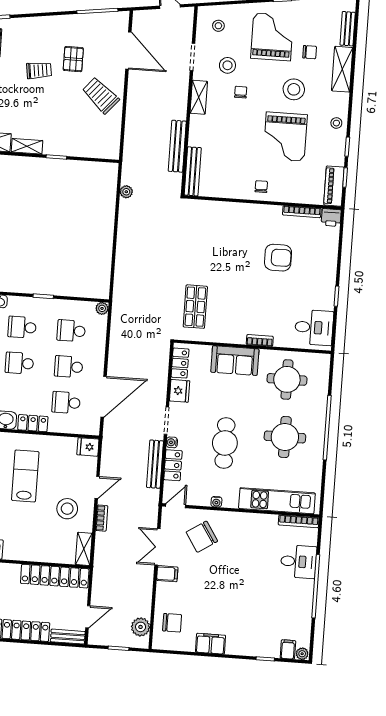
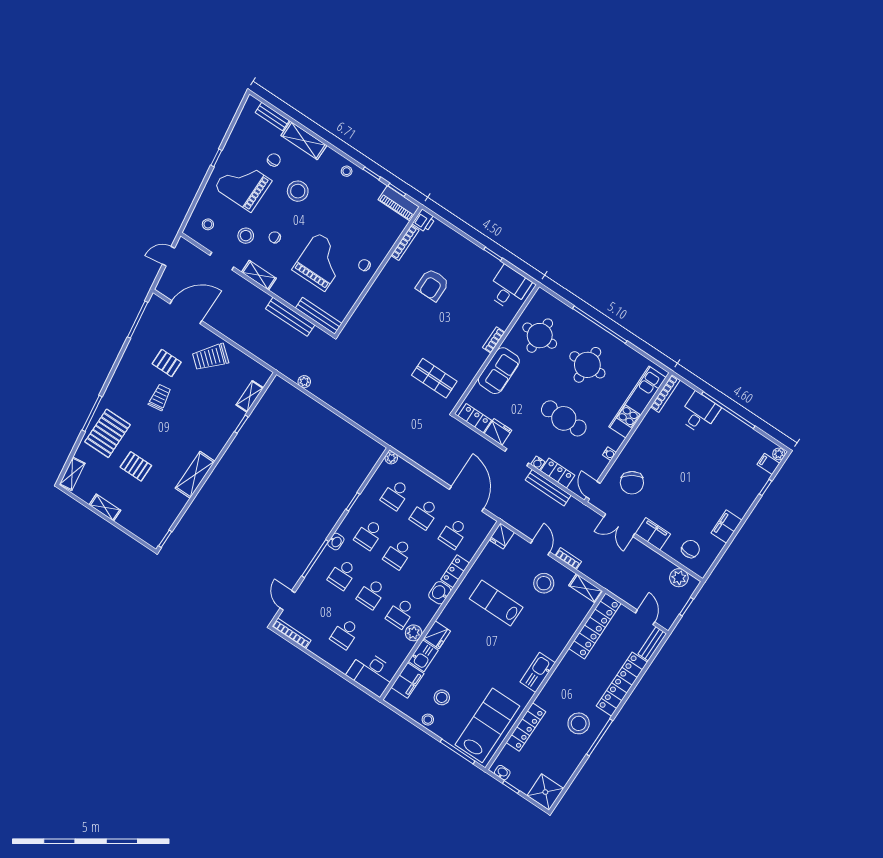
grand piano: (285, 137) -> (321, 262), moved, turned -90
shelving: (27, 146) -> (250, 396), moved
armchair: (278, 258) -> (432, 285), turned 180
filing cabinet: (167, 574) -> (653, 534), width x2.00

